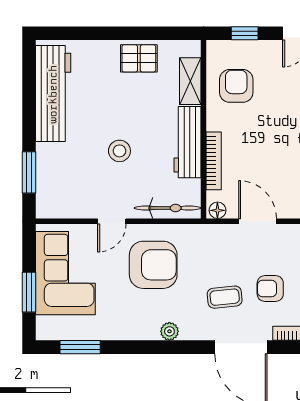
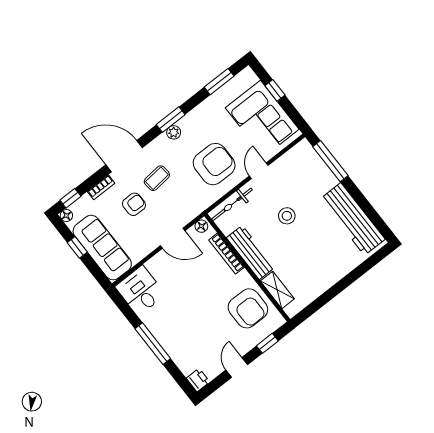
pallet: (139, 58) -> (318, 279), removed
armchair: (236, 86) -> (248, 308), width x1.36, depth x1.36
window: (29, 172) -> (330, 161), width x1.44
armchair: (153, 265) -> (214, 164), turned 180
window: (29, 292) -> (275, 90), width x0.67
window: (162, 347) -> (171, 120), added

